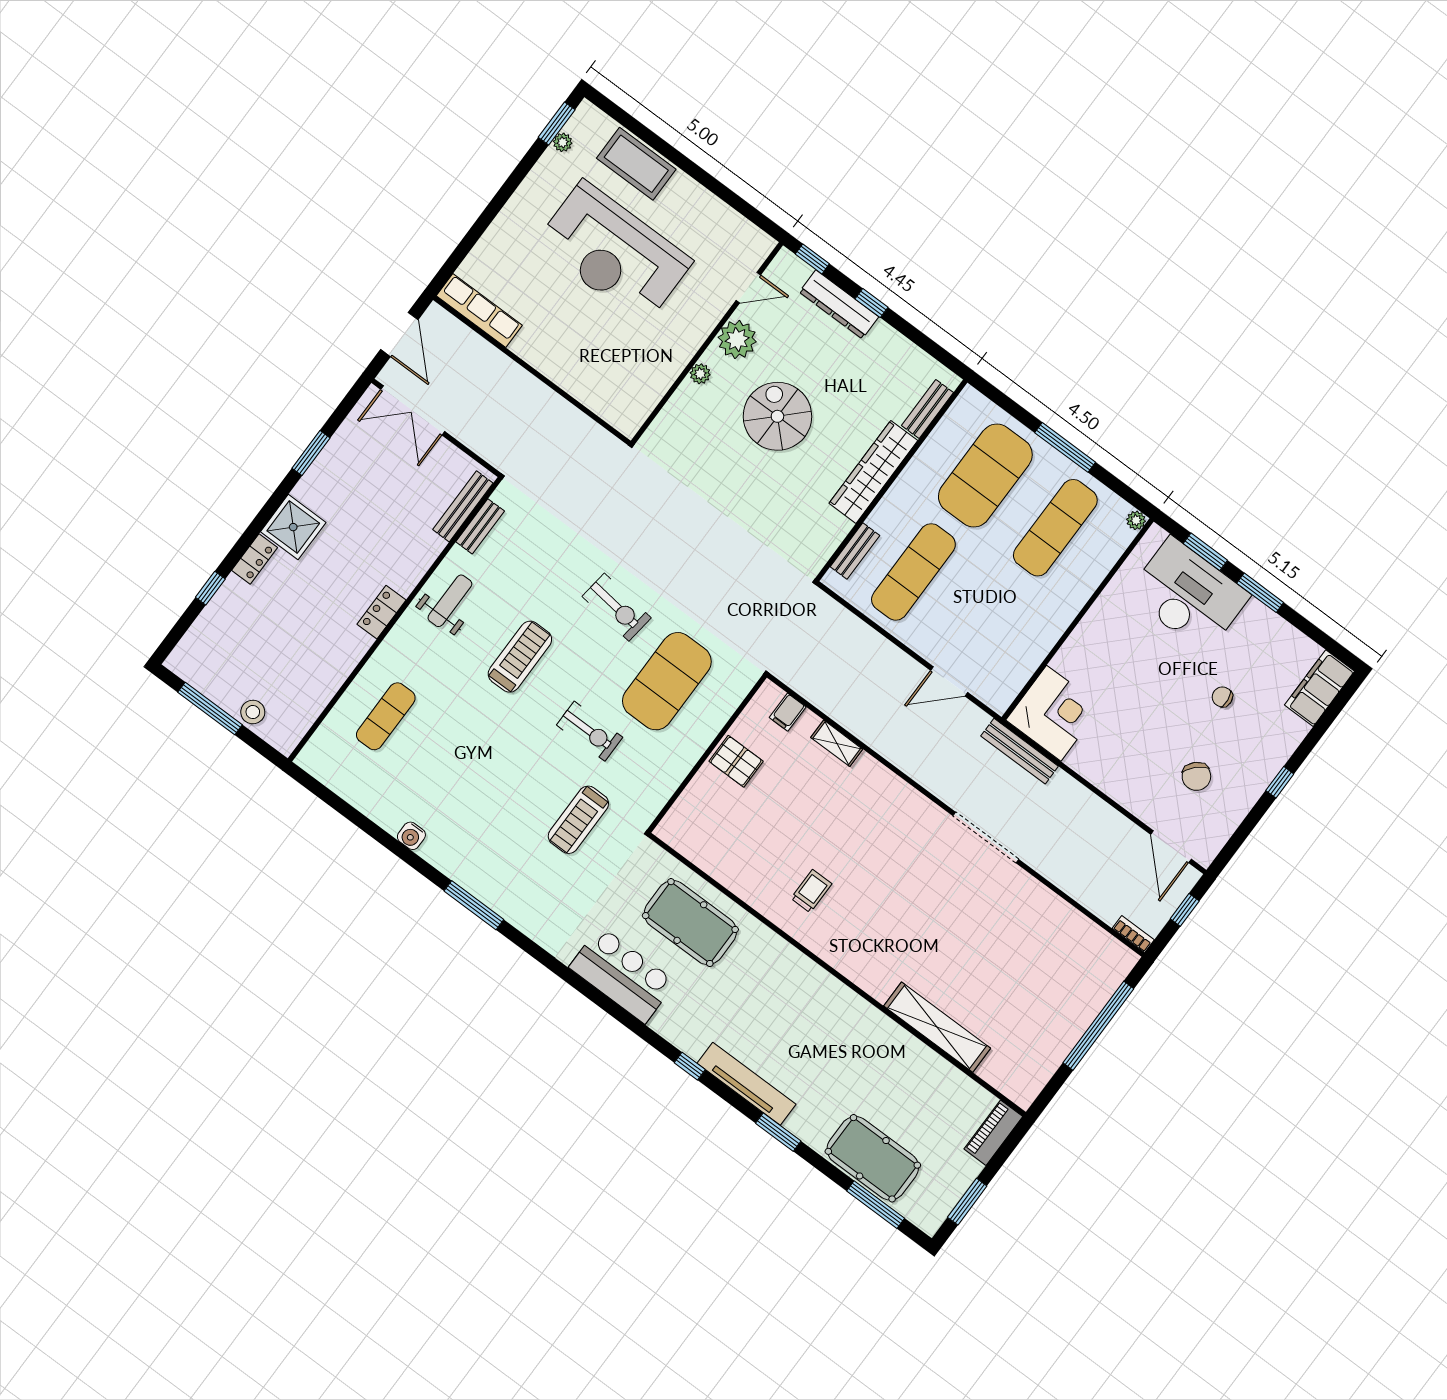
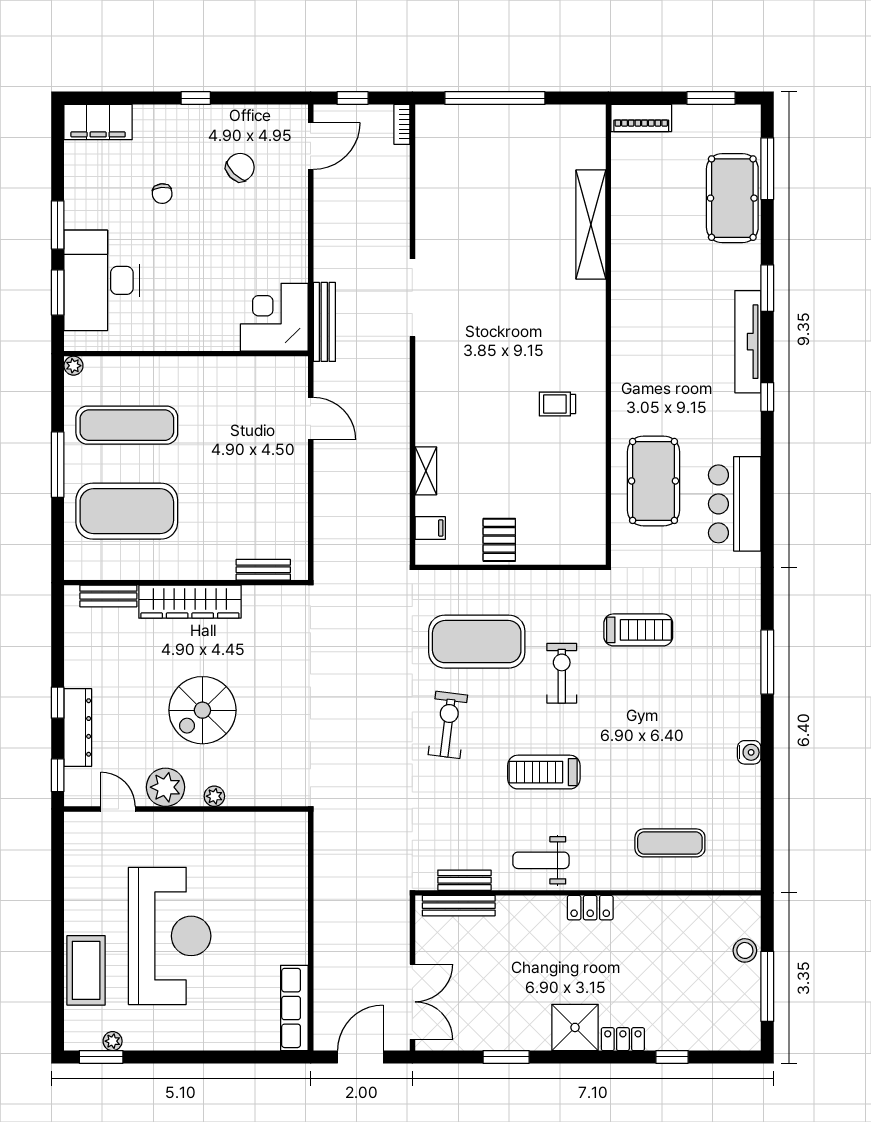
exercise mat: (913, 572) -> (245, 511), removed

